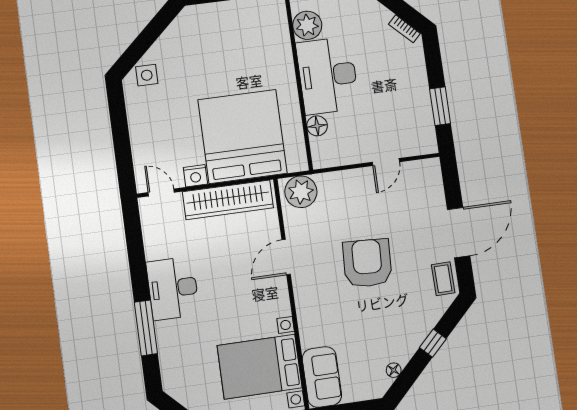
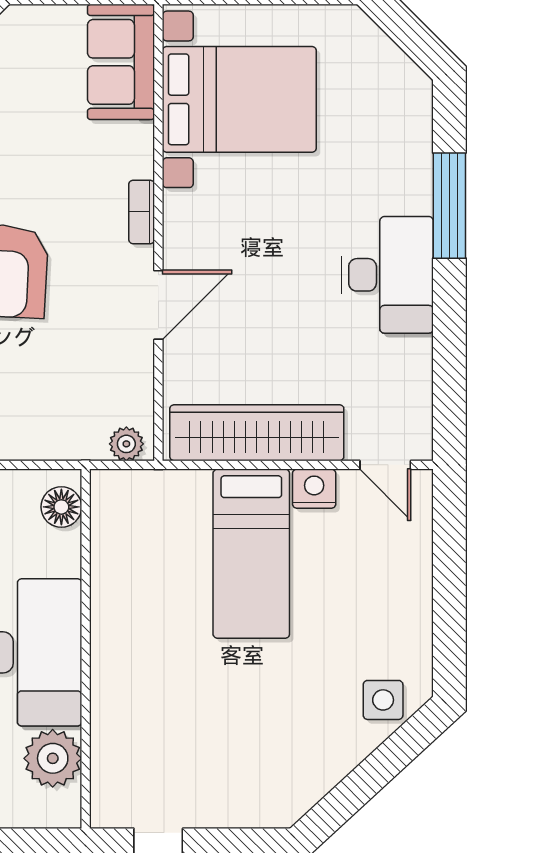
floor lamp: (317, 126) -> (61, 507), moved
bed: (242, 136) -> (251, 554), width x0.49
plant: (301, 192) -> (126, 444), width x0.53, depth x0.53
bookcase: (301, 303) -> (142, 212), added

